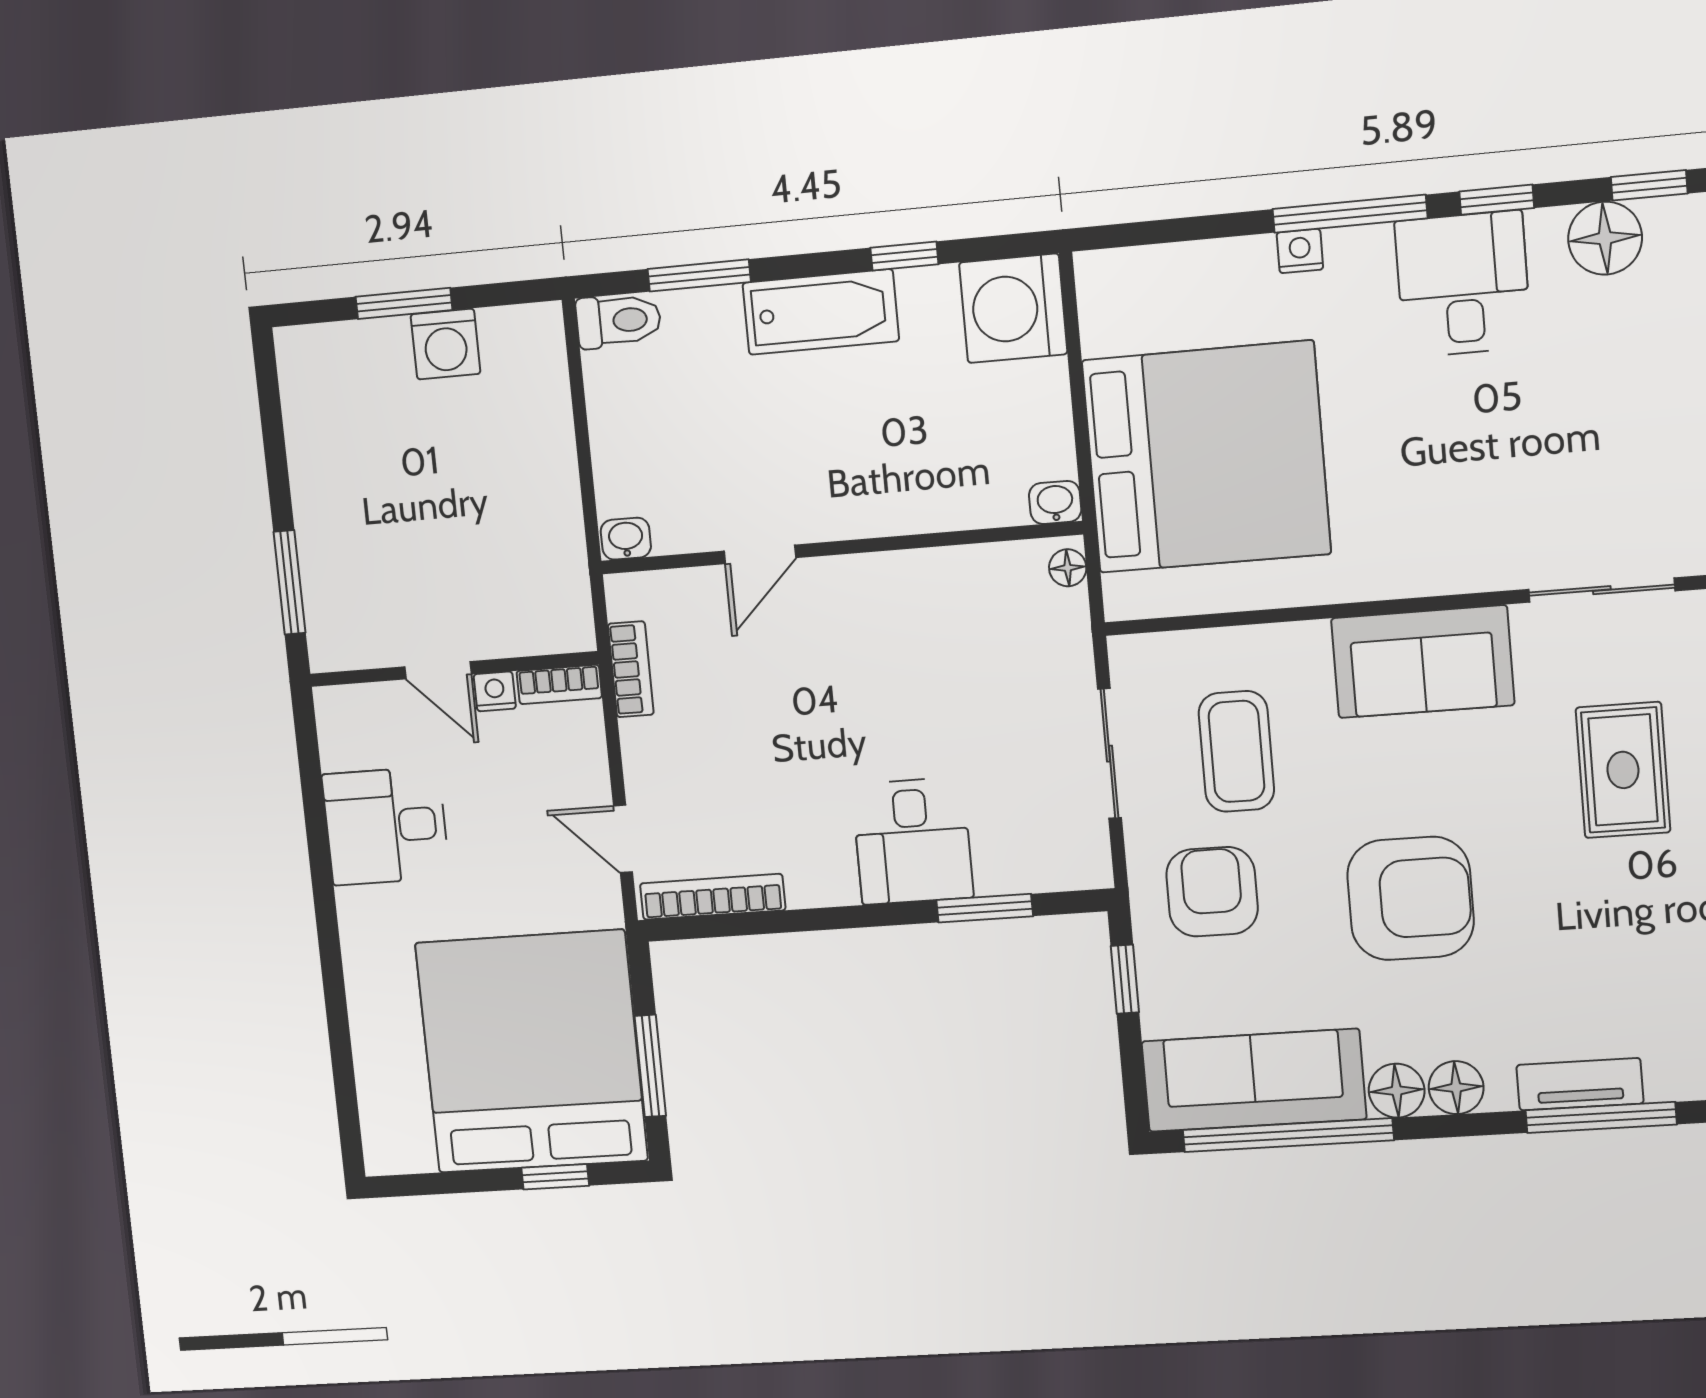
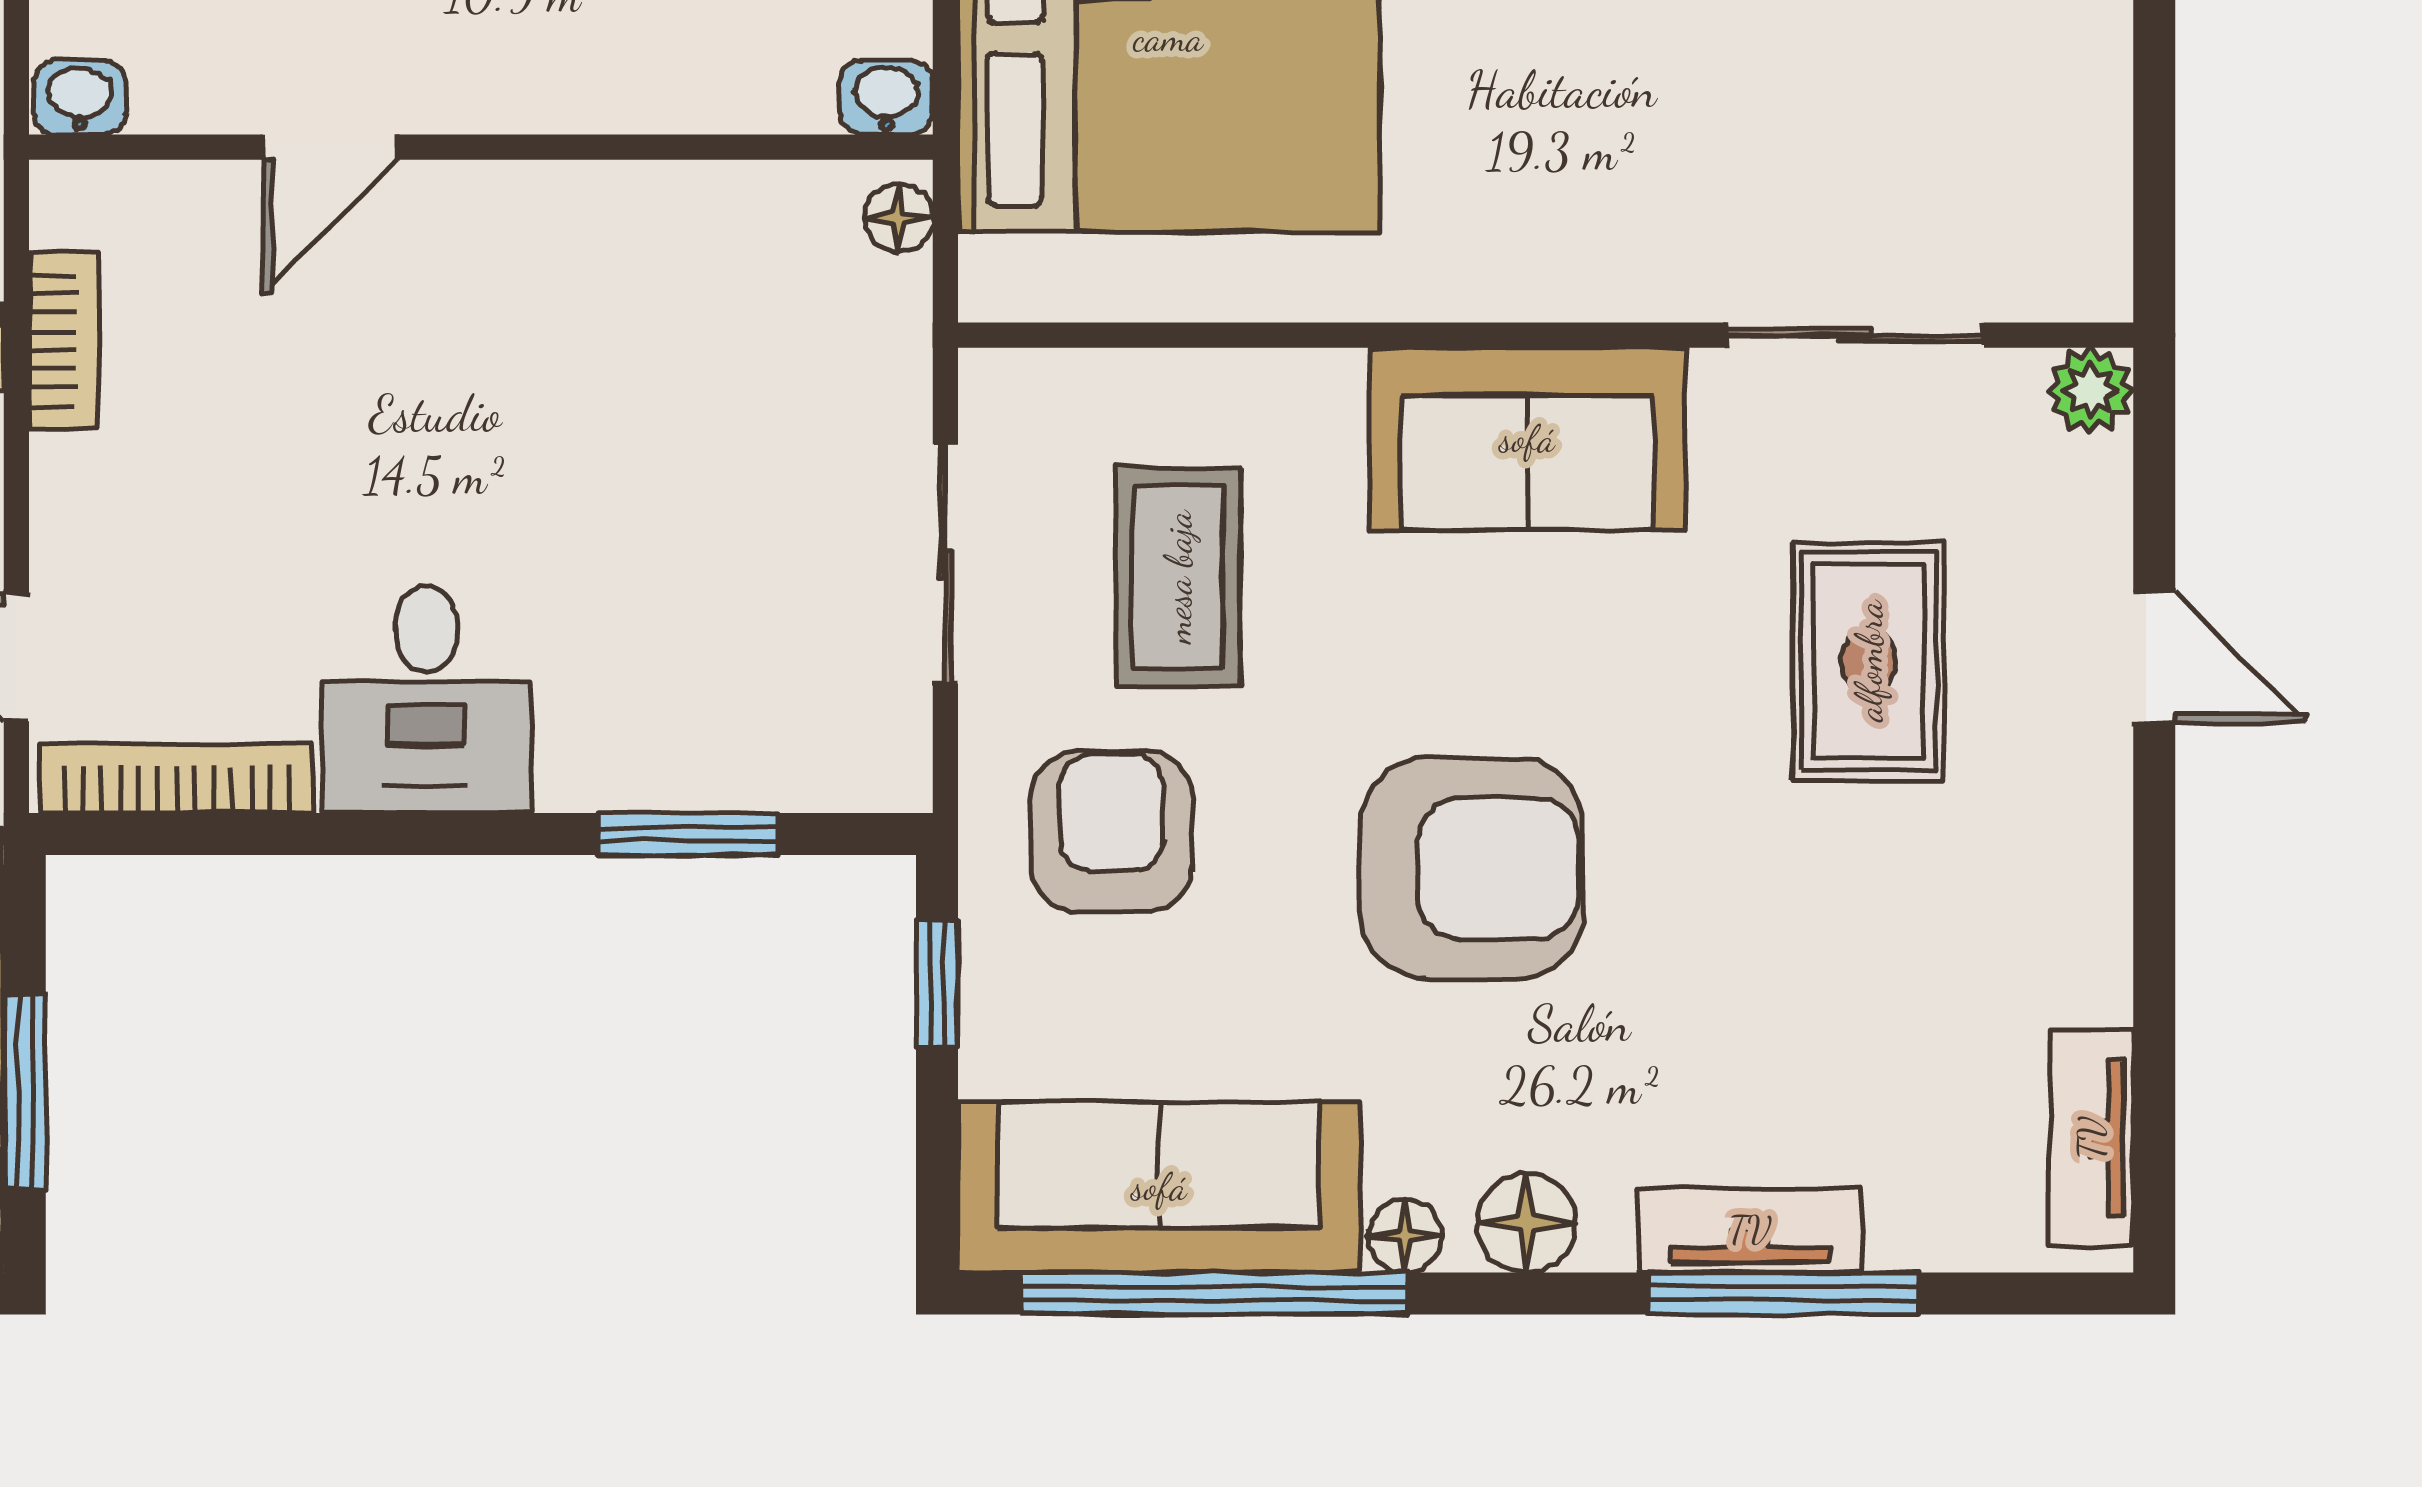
desk: (913, 841) -> (427, 700), moved
floor lamp: (1397, 1091) -> (1405, 1236), width x0.73, depth x0.73

